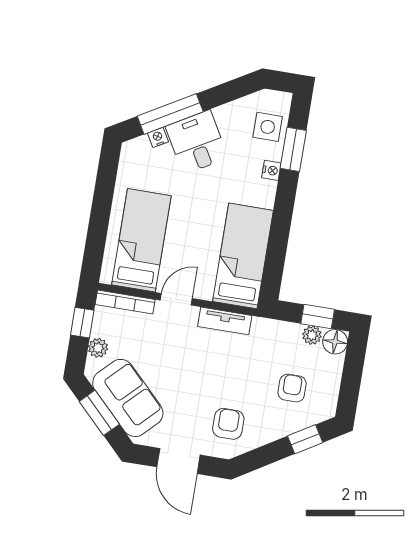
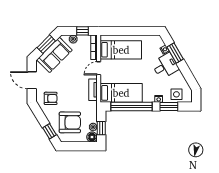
window: (170, 114) -> (175, 53), width x0.69
window: (279, 237) -> (131, 106), added
door: (176, 299) -> (99, 68), swing flipped
armchair: (292, 388) -> (70, 122), width x1.88, depth x1.88
door: (178, 461) -> (32, 80), hinge flipped

